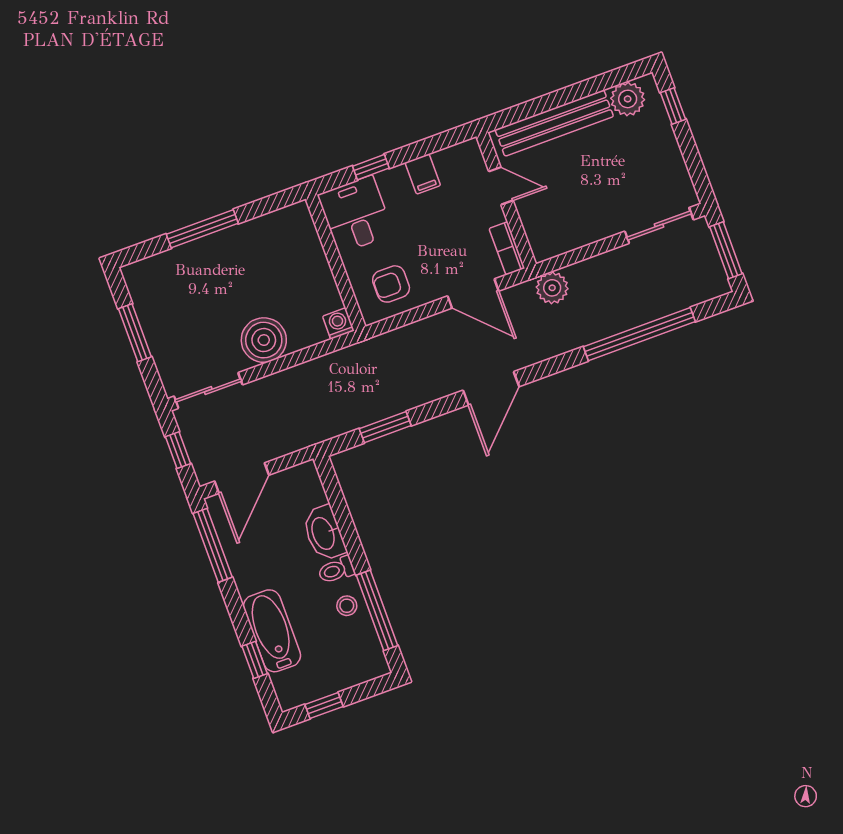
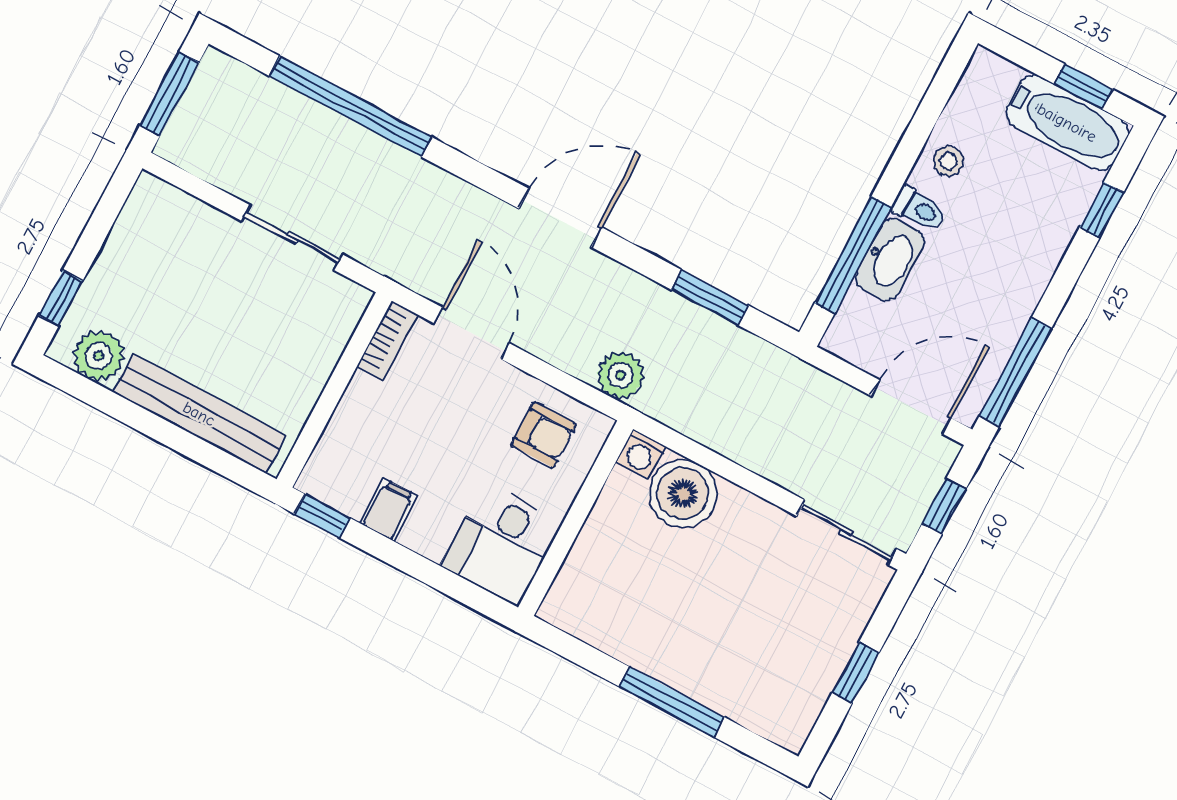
window: (371, 167) -> (322, 516), moved
door: (501, 186) -> (323, 410), removed
sliding door: (659, 225) -> (292, 238), moved
plant: (552, 288) -> (620, 375), moved
window: (135, 333) -> (856, 673), width x0.67
boiler: (264, 340) -> (683, 494), moved
window: (377, 610) -> (853, 255), moved
bathtub: (272, 631) -> (1067, 123), moved, turned -90

